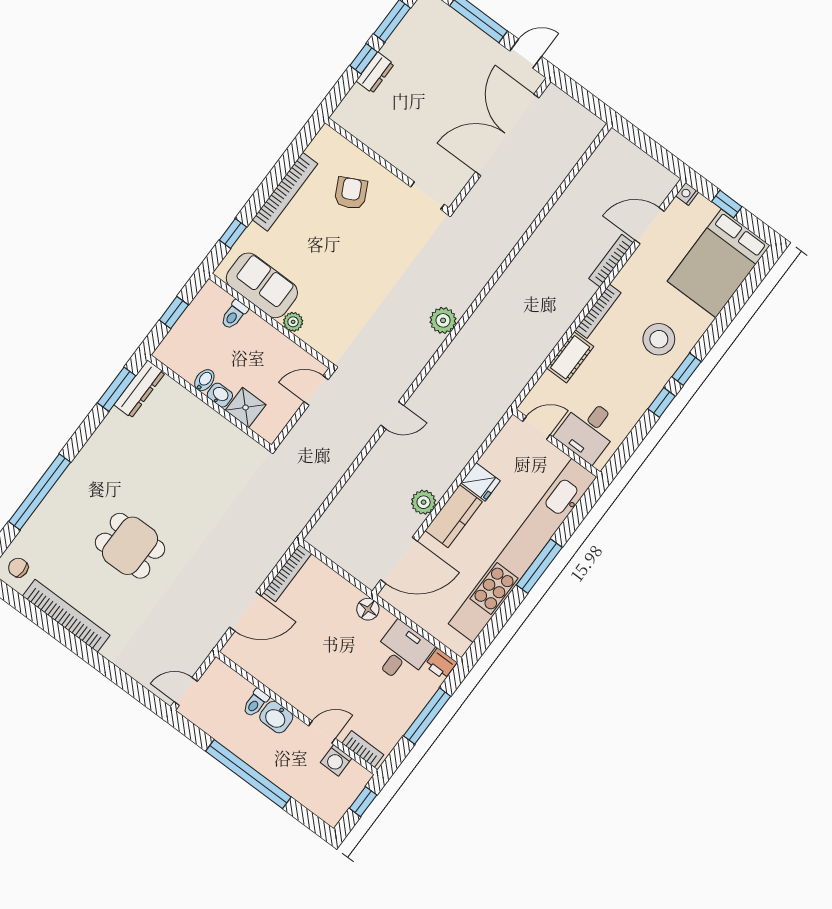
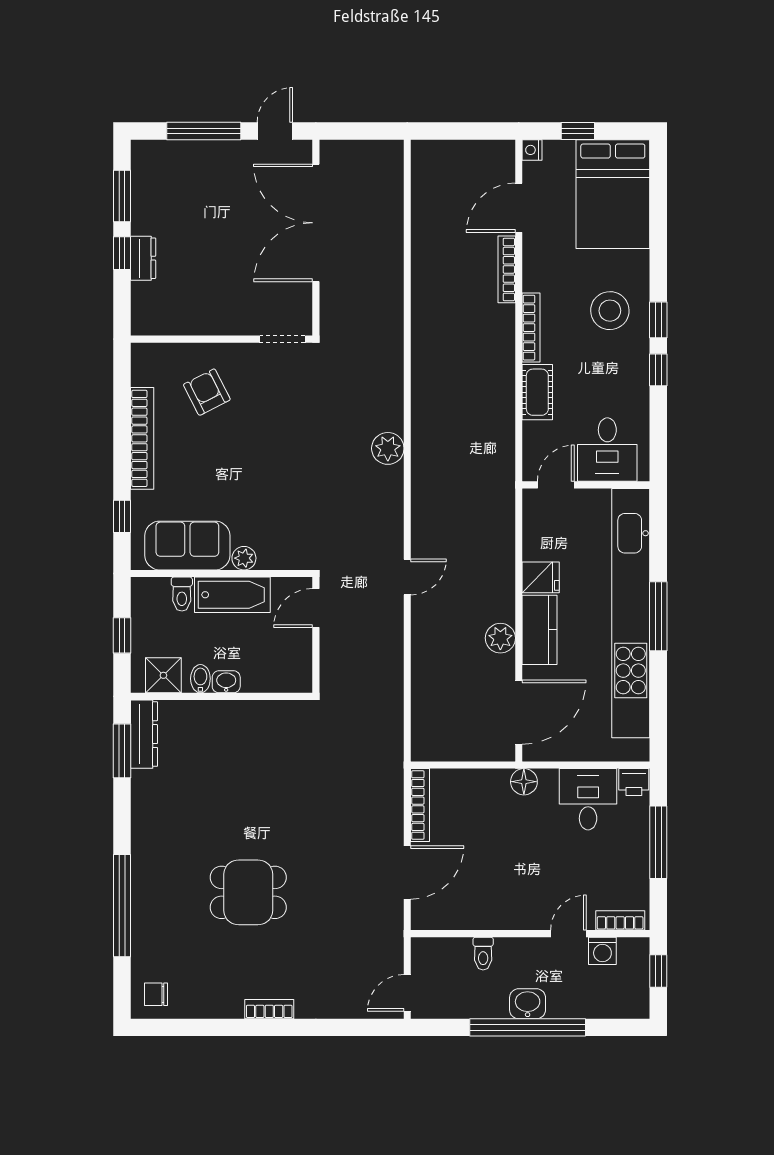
bathtub: (267, 340) -> (232, 595), added
shower: (246, 407) -> (163, 675), moved
bookcase: (66, 616) -> (269, 1009), width x0.43, depth x0.76
washbasin: (276, 717) -> (528, 1004), moved, turned 180

